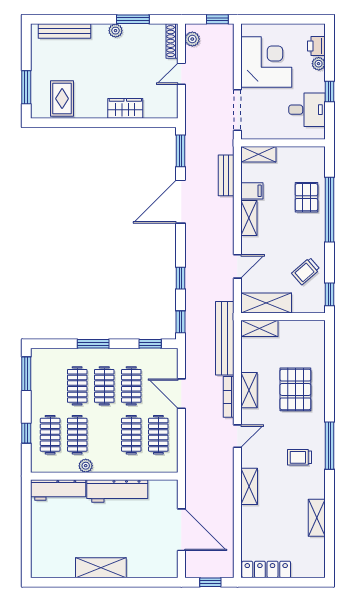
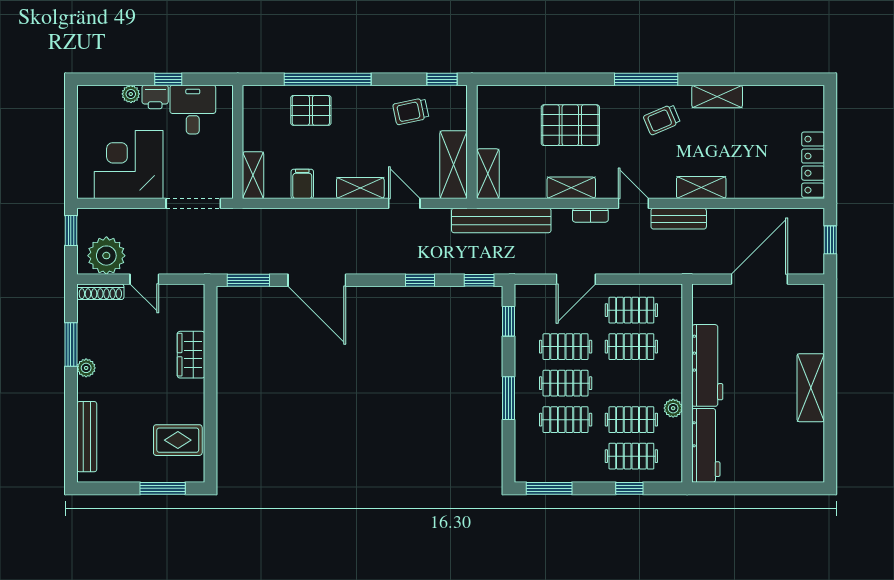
plant: (192, 39) -> (106, 256), width x1.88, depth x1.88
printer: (316, 46) -> (155, 97), moved
bench: (226, 175) -> (679, 219), moved
shelving: (249, 218) -> (360, 188), moved
trolley: (306, 271) -> (411, 111), turned 119
bookcase: (229, 397) -> (590, 215), width x0.64
trolley: (300, 457) -> (662, 120), turned 67
shelving: (317, 518) -> (717, 96), moved

